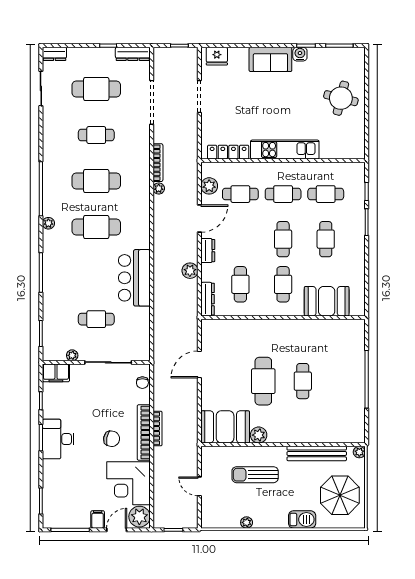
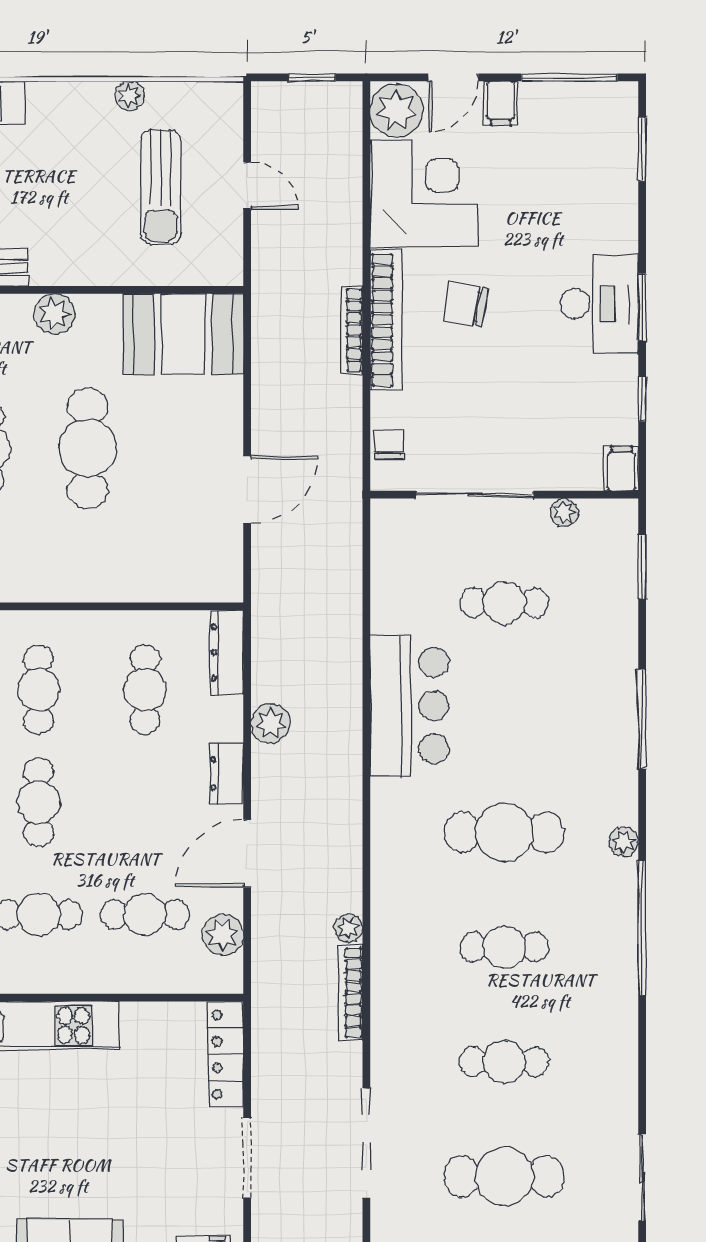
locker: (228, 152) -> (226, 1055), moved, turned 90
cafe table: (96, 181) -> (504, 947), width x0.73, depth x0.74
filing cabinet: (56, 373) -> (621, 469), width x0.50
plant: (259, 435) -> (54, 314), moved
sun lounger: (255, 475) -> (161, 187), moved, turned 90

